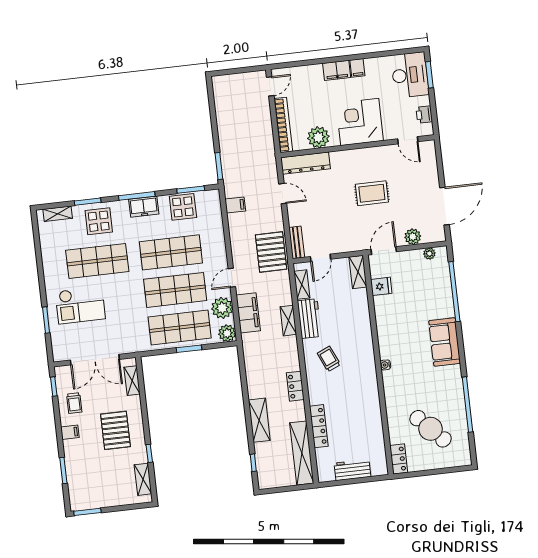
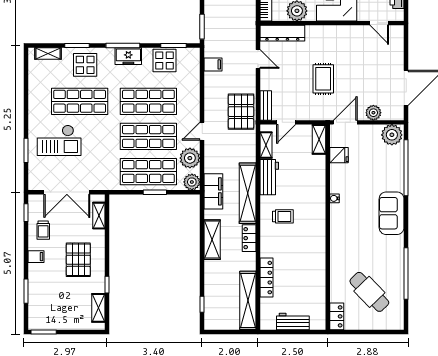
rug: (372, 193) -> (323, 79), moved, turned 90
plant: (429, 254) -> (392, 135), width x1.88, depth x1.88
filing cabinet: (248, 313) -> (213, 191), moved
shelving: (288, 321) -> (248, 193), width x2.20, depth x1.33
trolley: (329, 359) -> (283, 216), turned 114
water cooler: (385, 365) -> (334, 198), moved
shelving: (259, 420) -> (212, 240), moved

